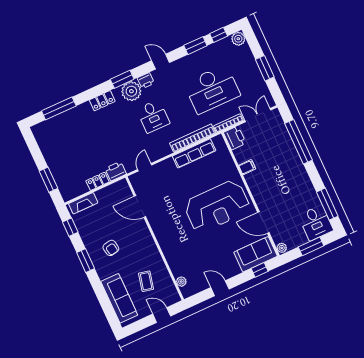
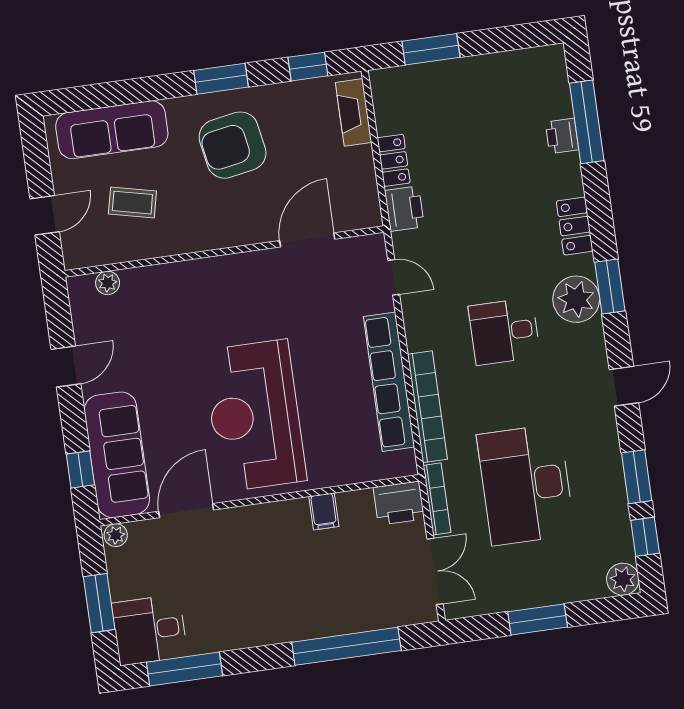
printer: (146, 81) -> (562, 136), moved
row of seats: (194, 153) -> (389, 382), width x1.36
armchair: (111, 248) -> (233, 145), width x1.88, depth x1.88
sofa: (256, 254) -> (117, 455), width x1.36

